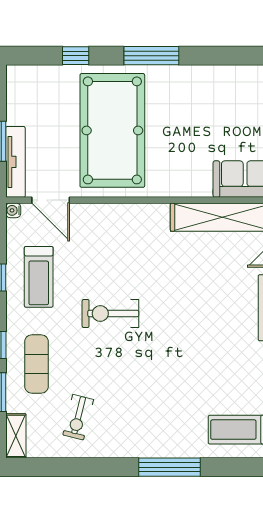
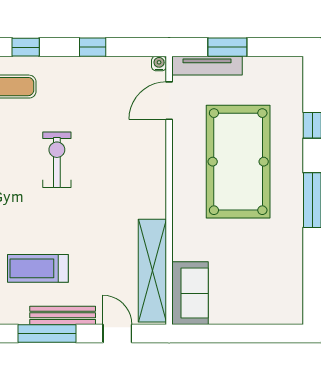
pool table: (112, 130) -> (238, 162), turned 90
treadmill: (39, 277) -> (38, 268), moved

